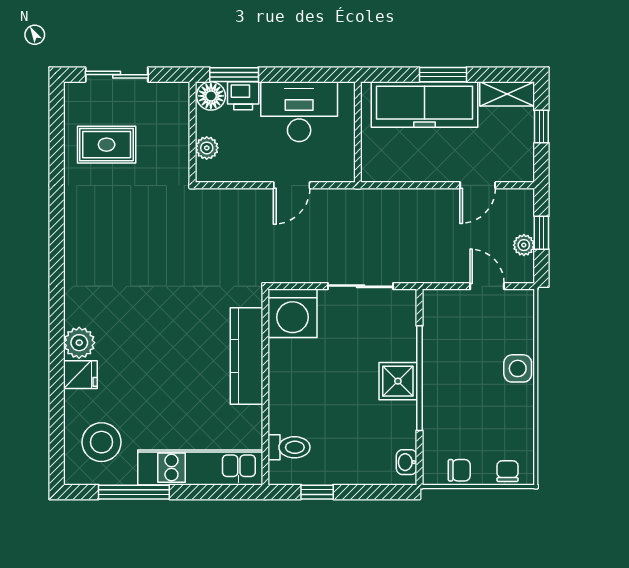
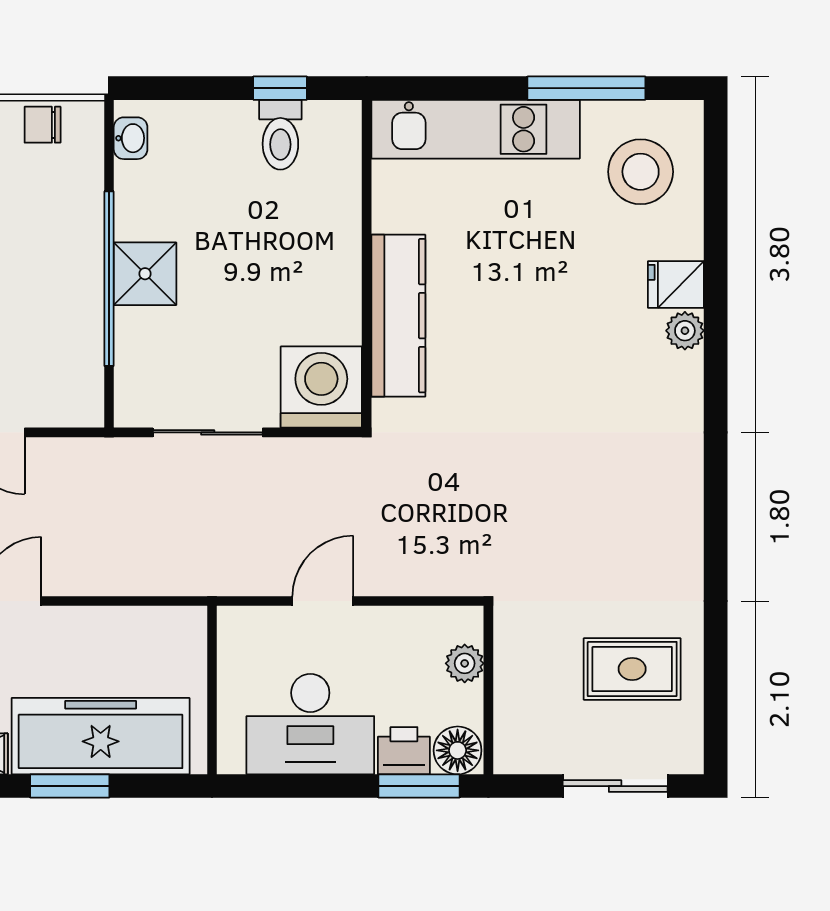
plant: (79, 343) -> (685, 331), width x0.73, depth x0.73
toilet: (289, 447) -> (280, 135), moved, turned -90

